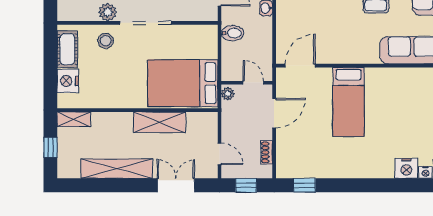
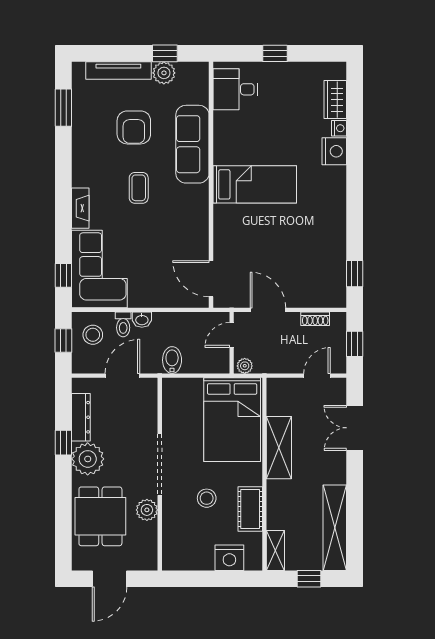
stool: (106, 41) -> (207, 498), moved
cot: (67, 49) -> (250, 509), moved, turned 90
bed: (348, 102) -> (255, 184), moved
shelving: (117, 169) -> (335, 528), moved

